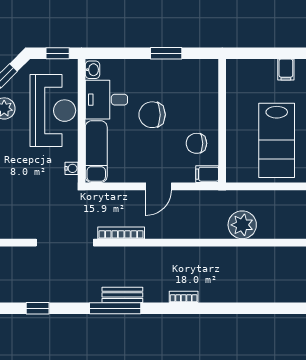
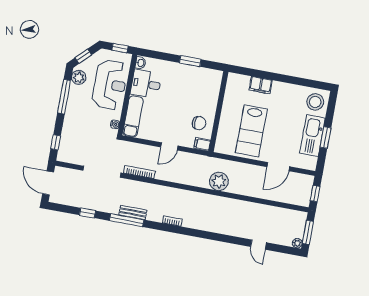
filing cabinet: (286, 70) -> (261, 85), width x2.00
chair: (152, 115) -> (174, 99), removed
chair: (196, 143) -> (199, 123), turned 180
window: (38, 308) -> (87, 213), moved

